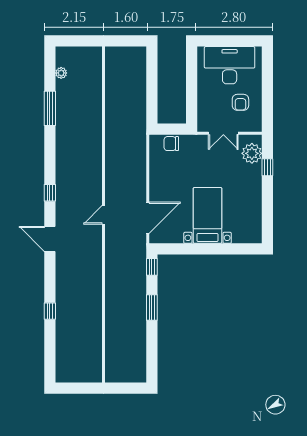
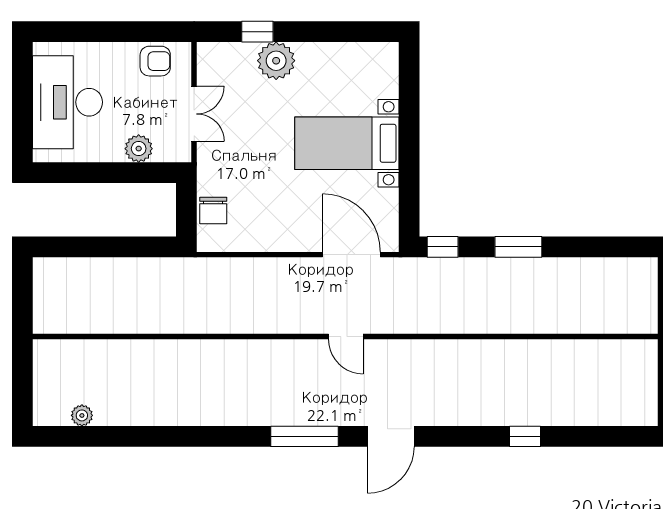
armchair: (240, 102) -> (155, 61), moved
plant: (205, 103) -> (139, 149), added
window: (50, 108) -> (148, 436), removed
plant: (252, 153) -> (276, 61), moved
window: (50, 193) -> (305, 436), width x2.17

